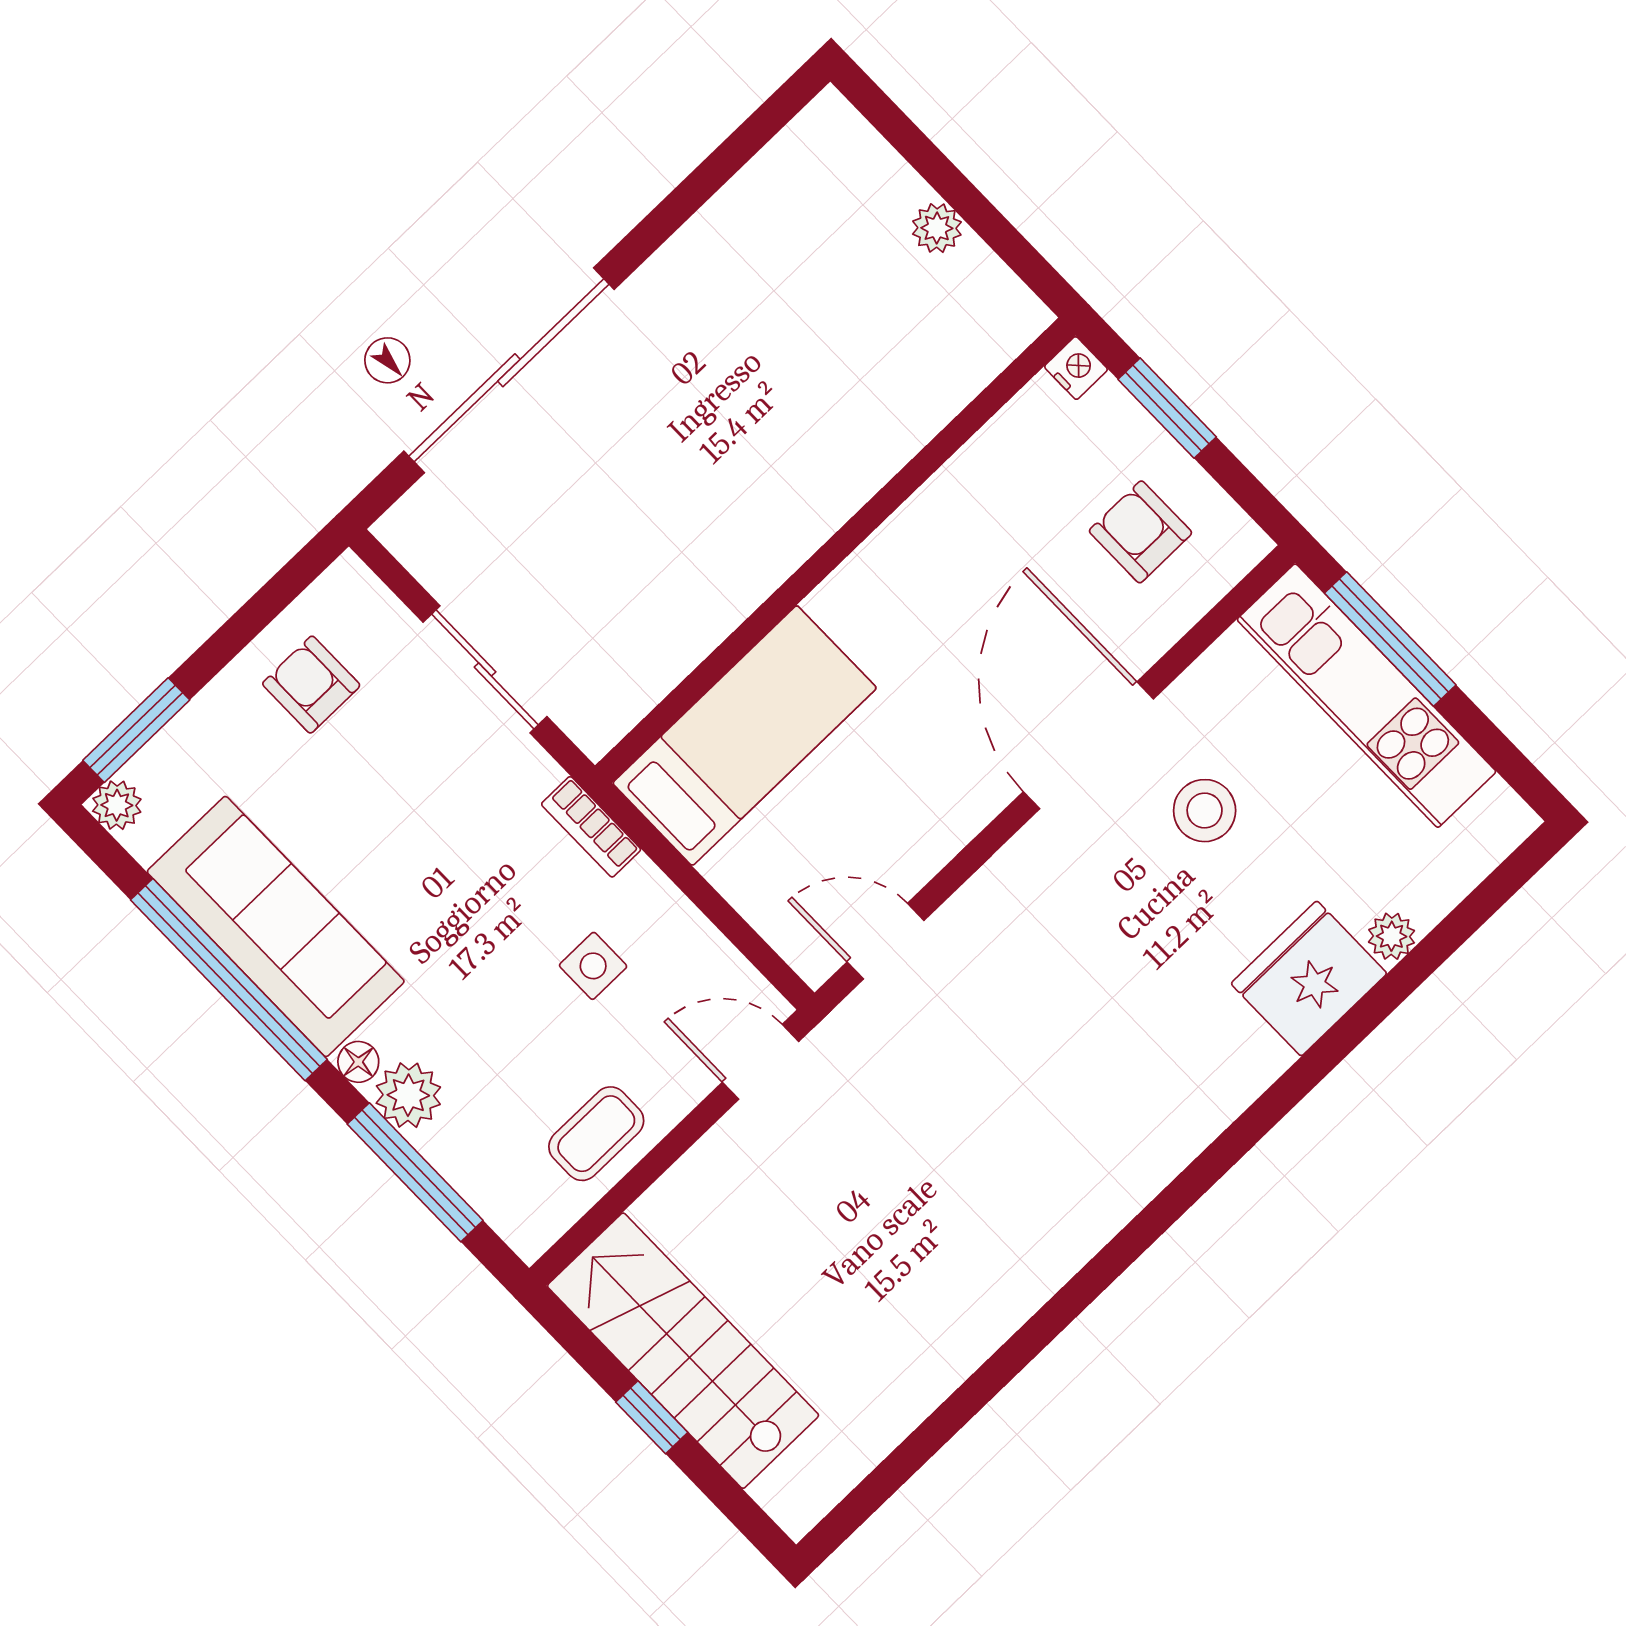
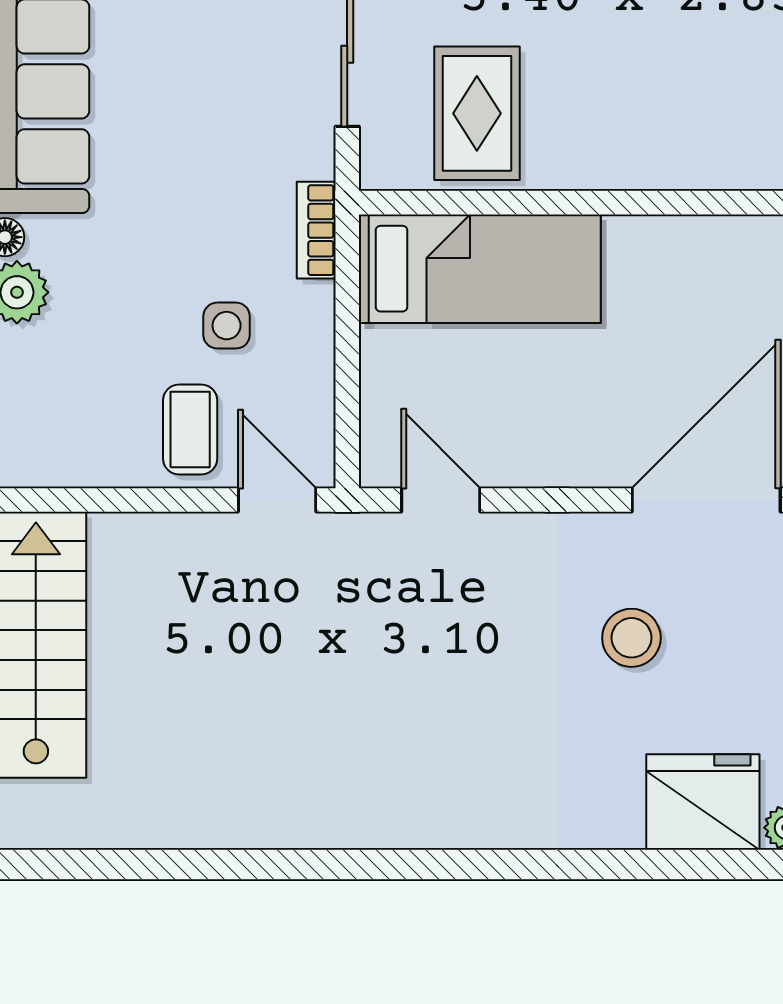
rug: (628, 619) -> (477, 113), added
stool: (1205, 811) -> (631, 638), moved
coffee table: (596, 1134) -> (190, 429), moved, turned 90

